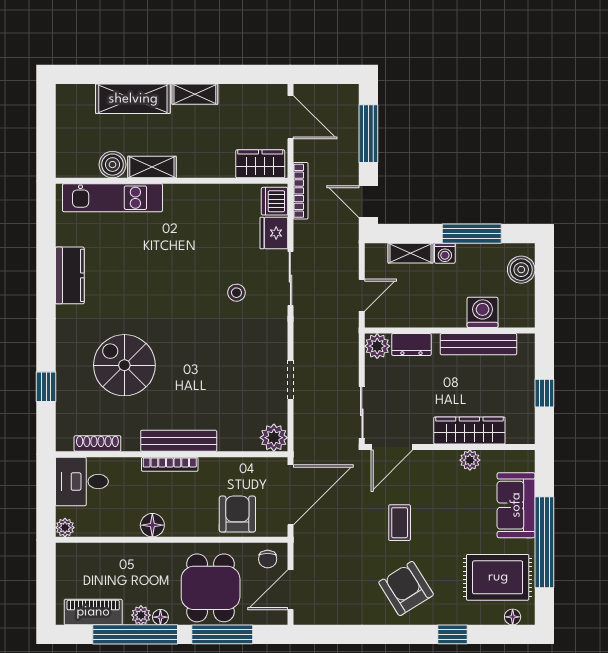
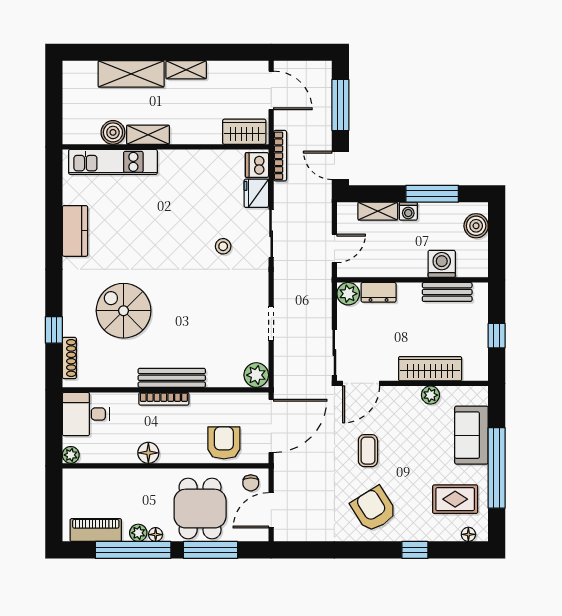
bench: (478, 344) -> (447, 292), width x0.73
shoe rack: (97, 443) -> (69, 358), moved, turned 90
rug: (498, 577) -> (455, 499), width x0.73, depth x0.70

